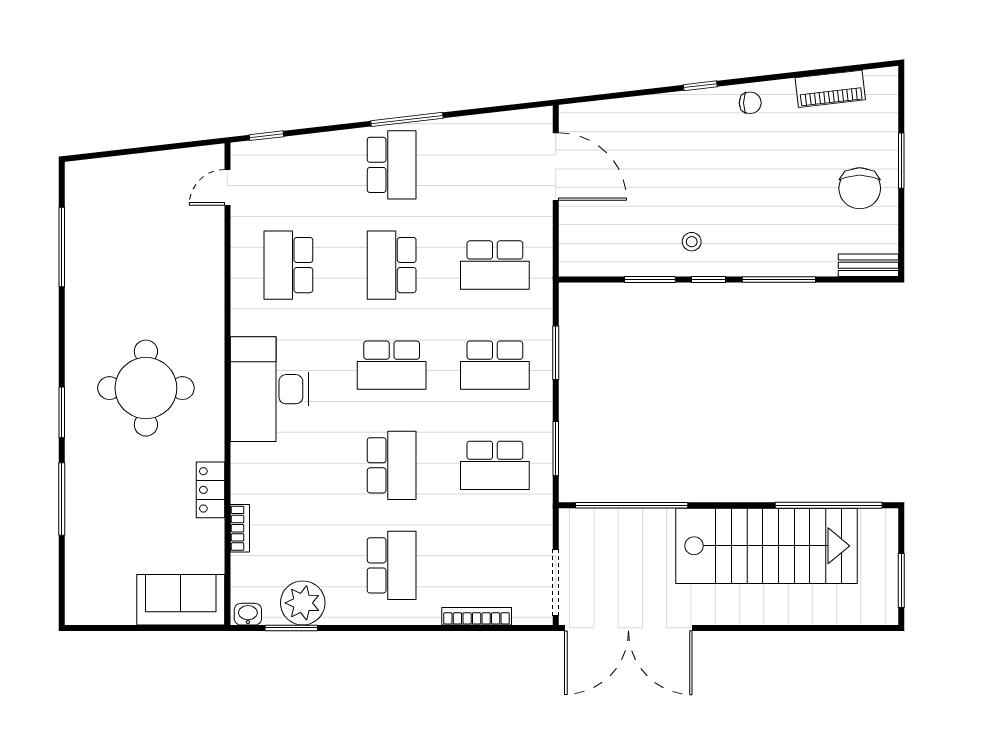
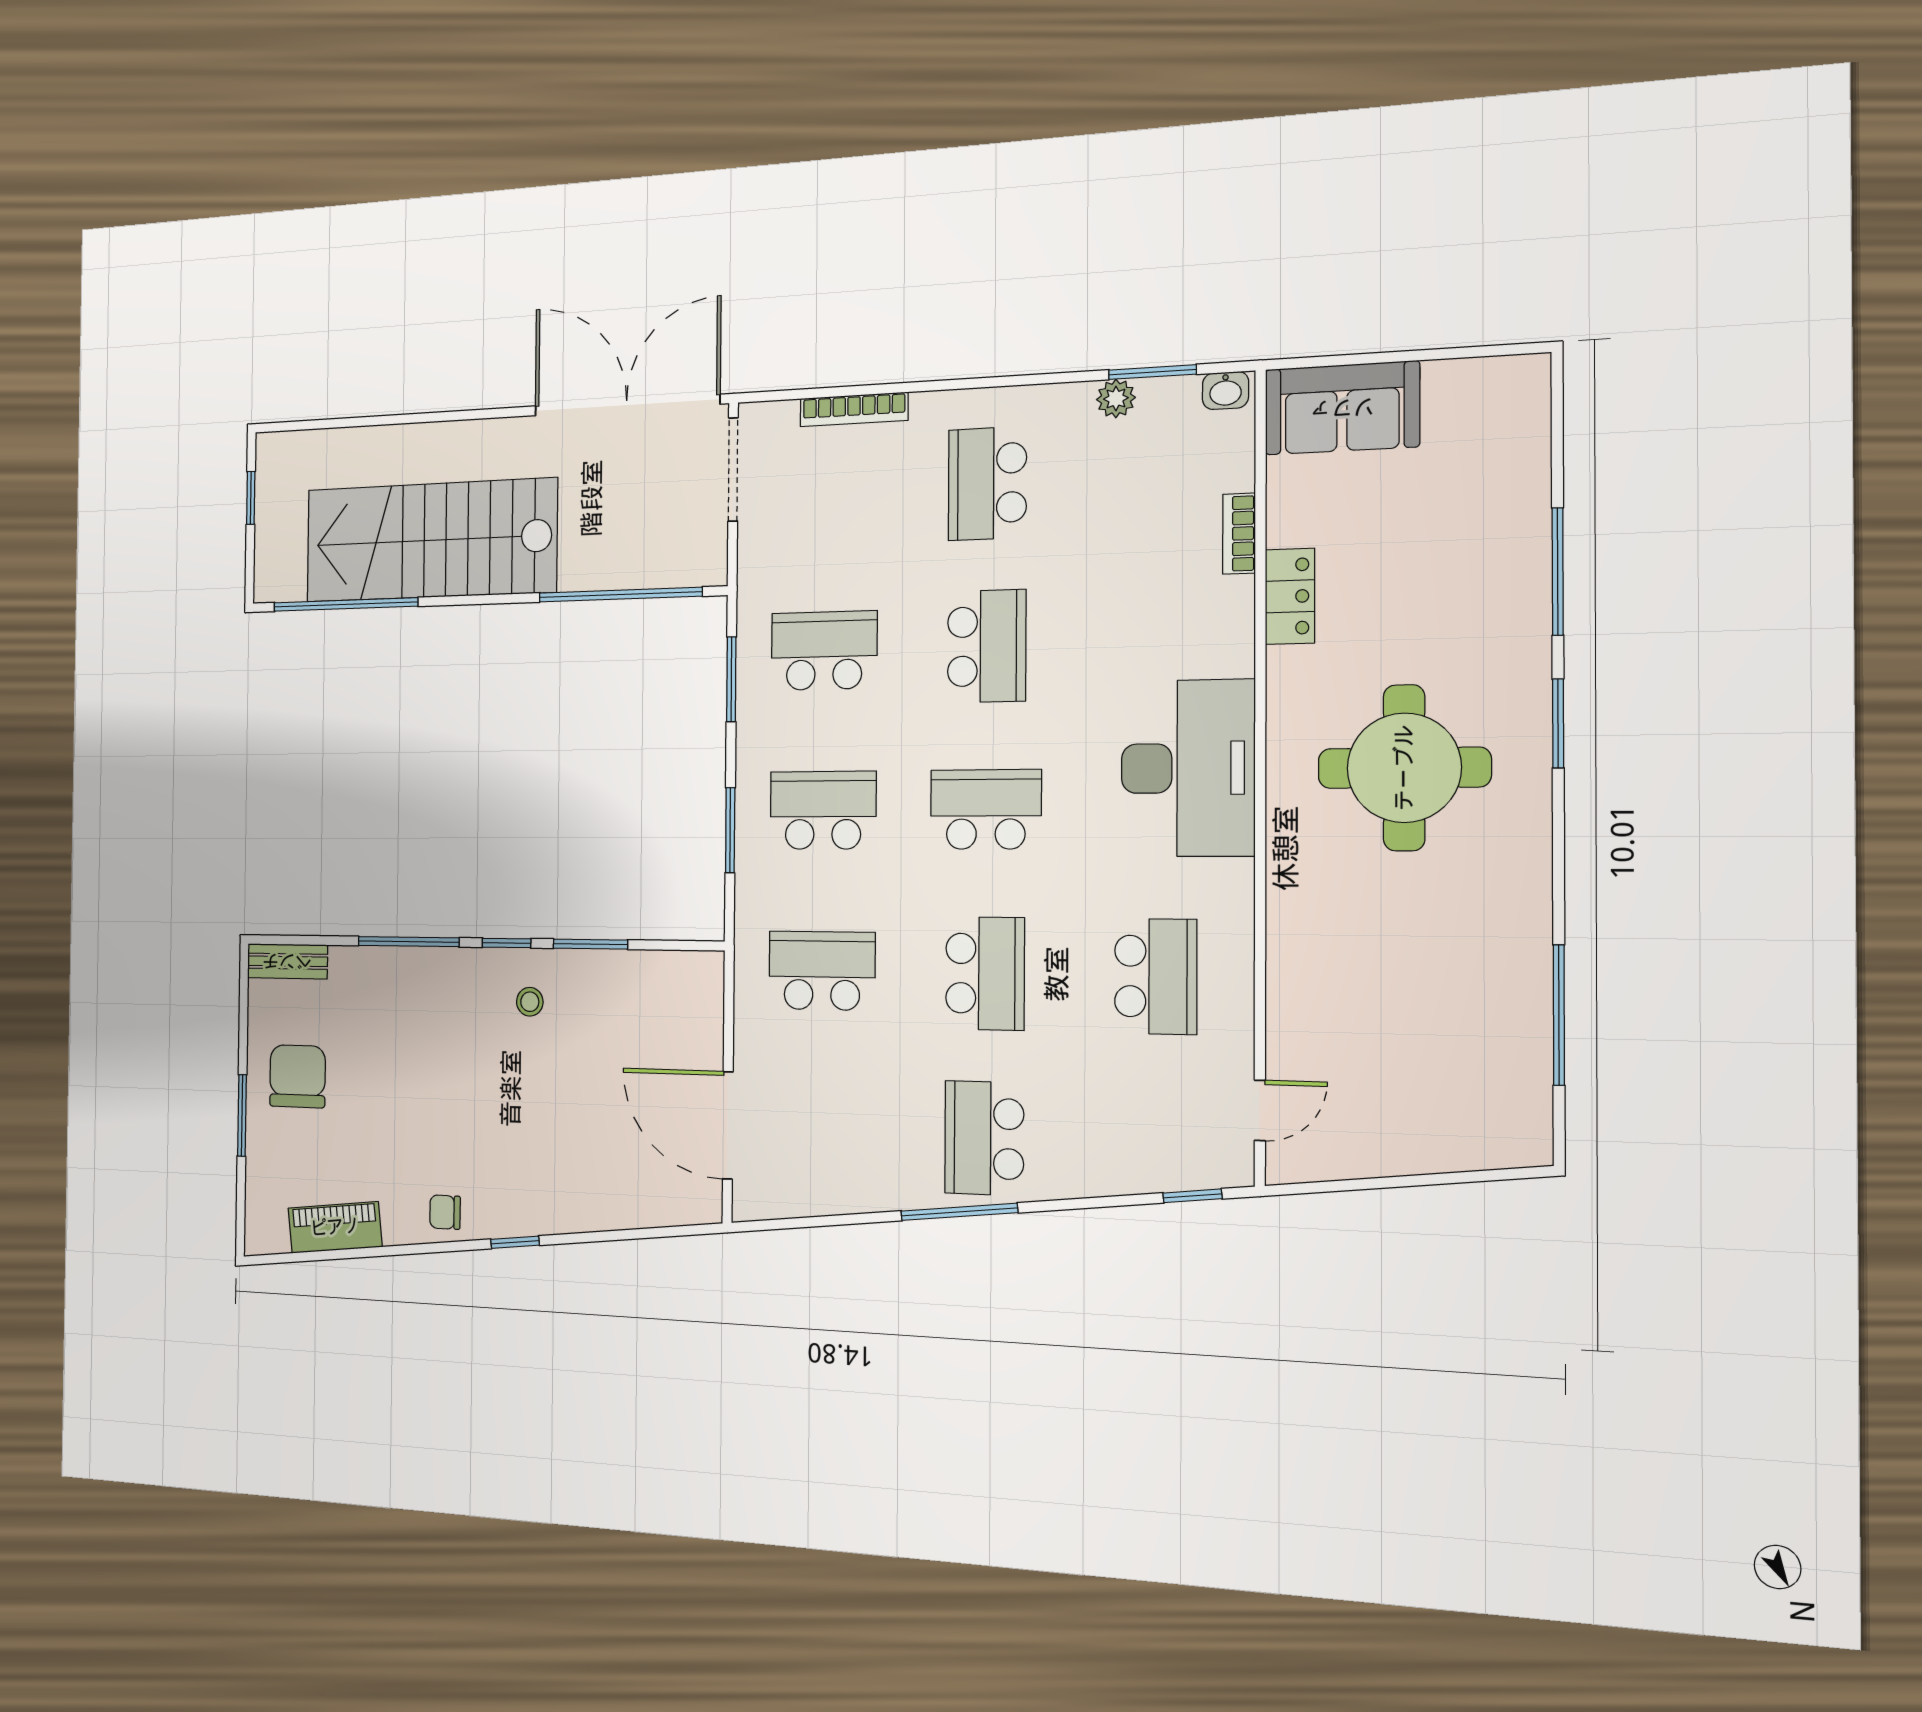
school desk: (392, 465) -> (987, 646), turned 180
window: (901, 580) -> (251, 498), width x0.67
plant: (303, 603) -> (1116, 398), width x0.53, depth x0.53

